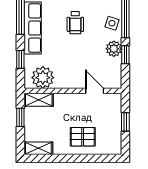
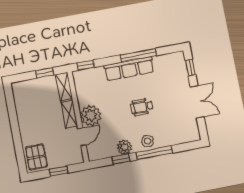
window: (20, 59) -> (86, 65), moved
plant: (43, 78) -> (91, 116), moved
pallet: (83, 137) -> (36, 157), moved
shelving: (38, 148) -> (69, 114), moved

